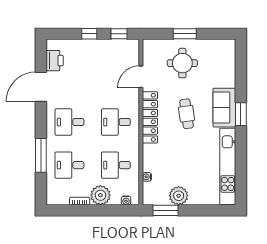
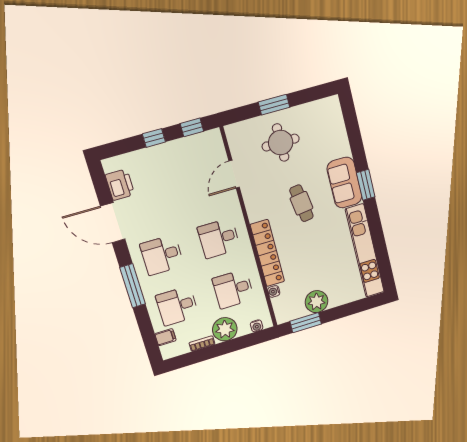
door: (41, 87) -> (113, 223), hinge flipped
locker: (150, 117) -> (267, 253), moved
window: (41, 155) -> (133, 286), moved
filing cabinet: (53, 187) -> (165, 337), added

